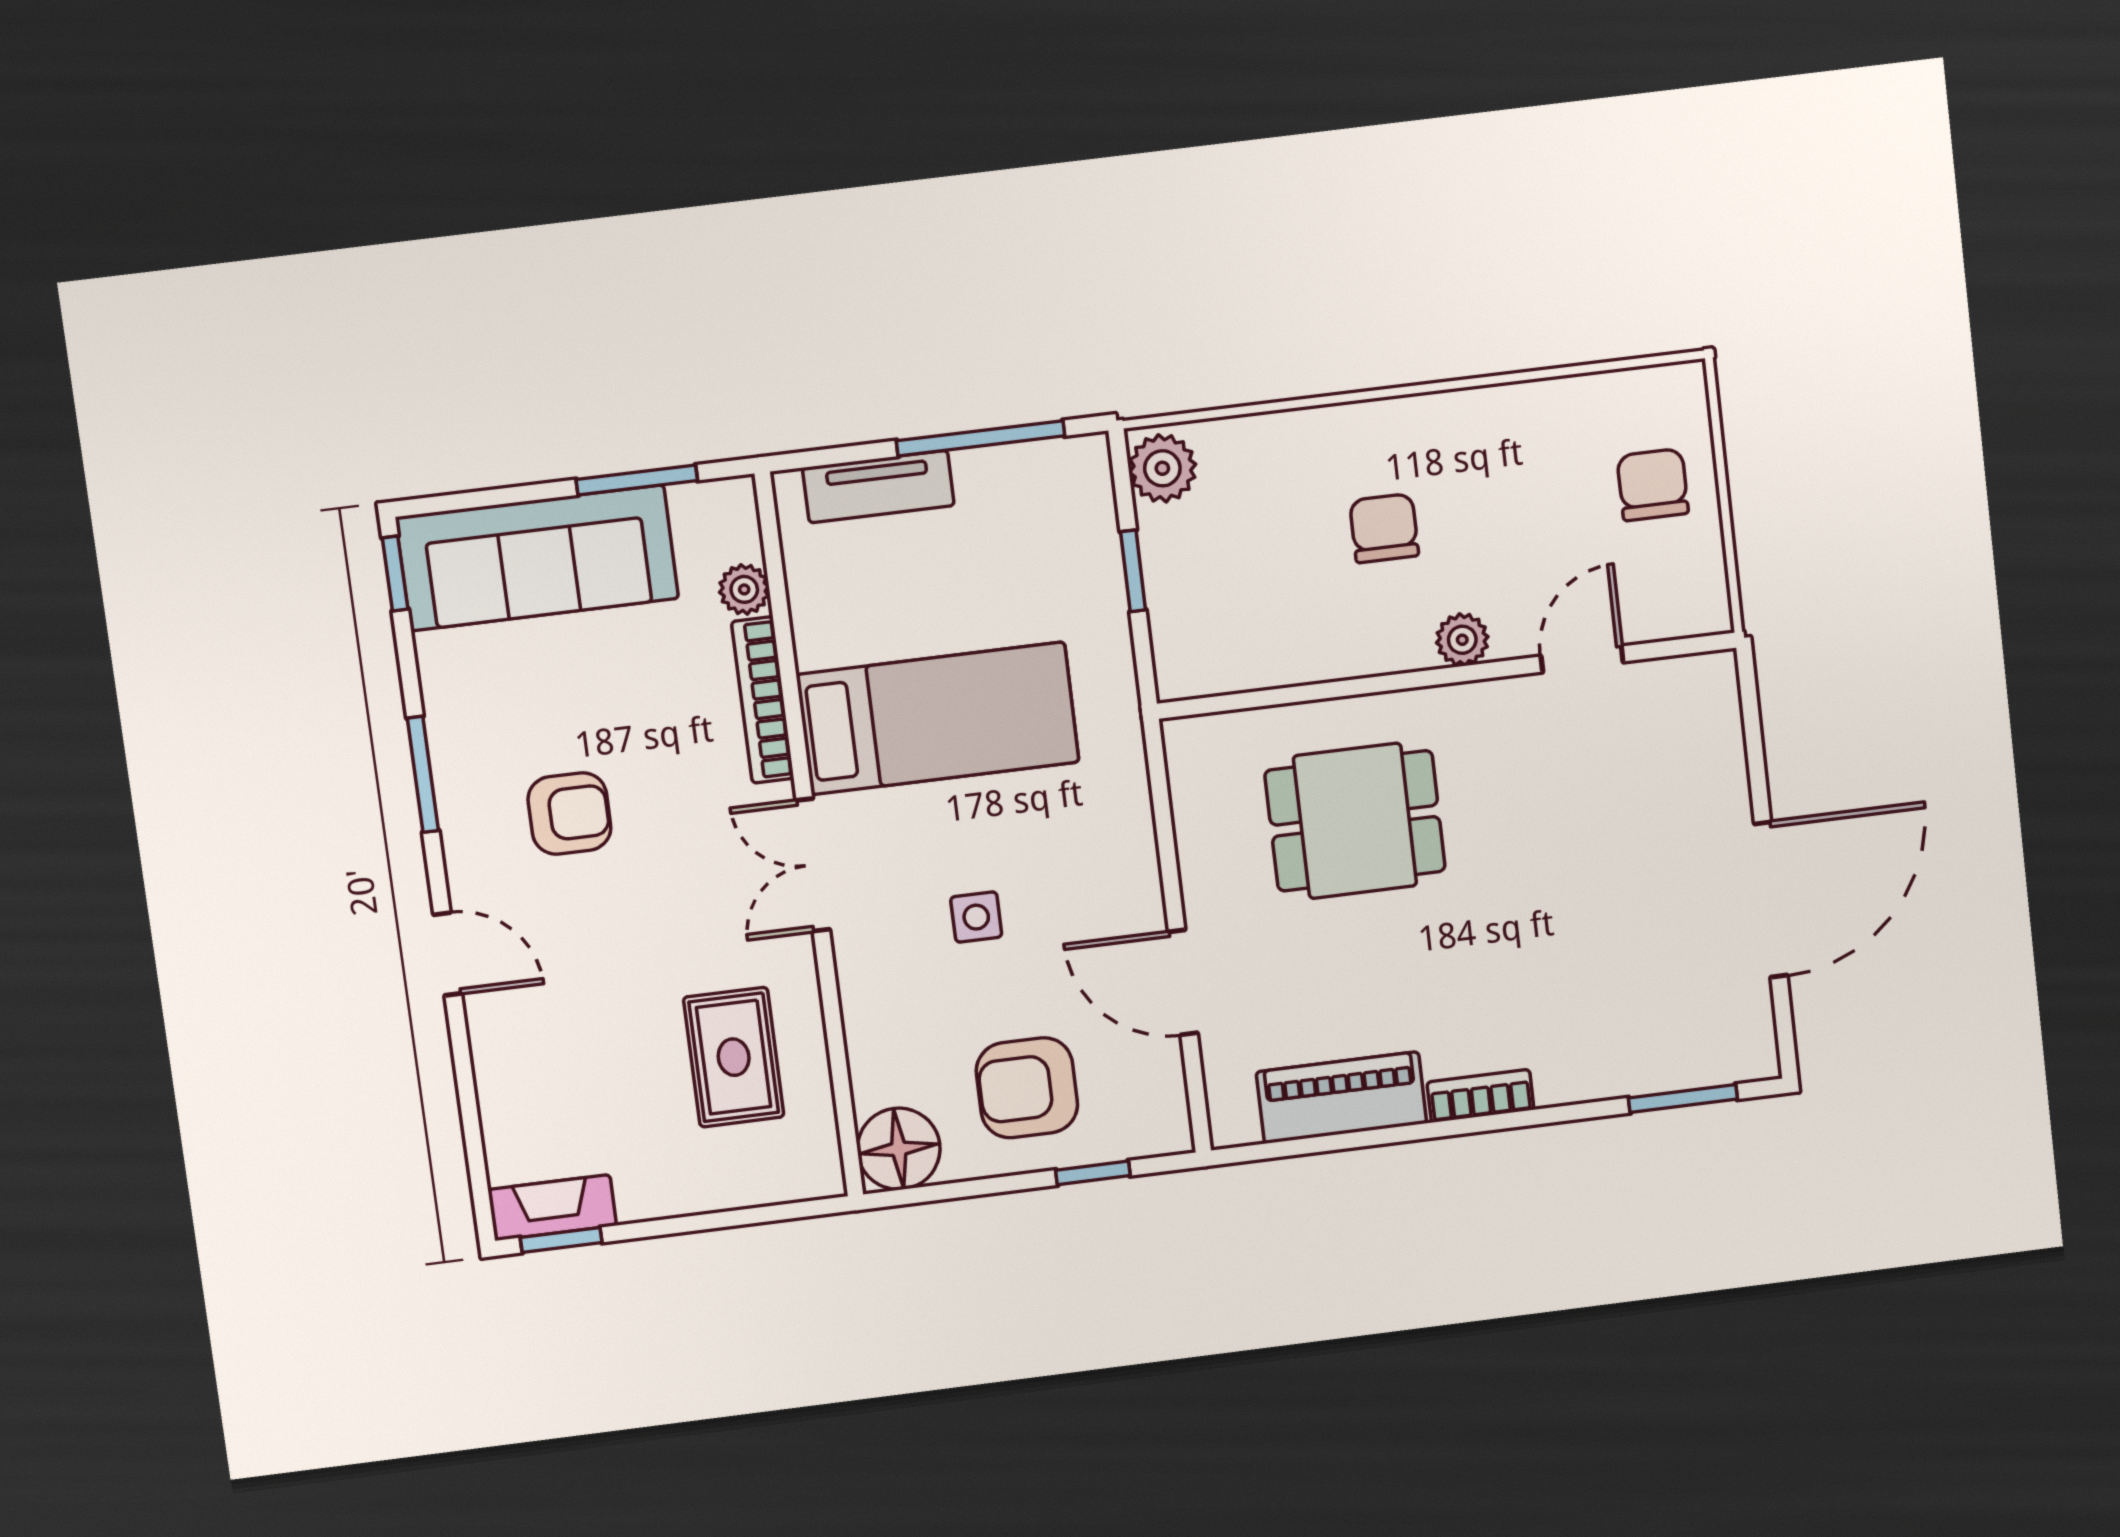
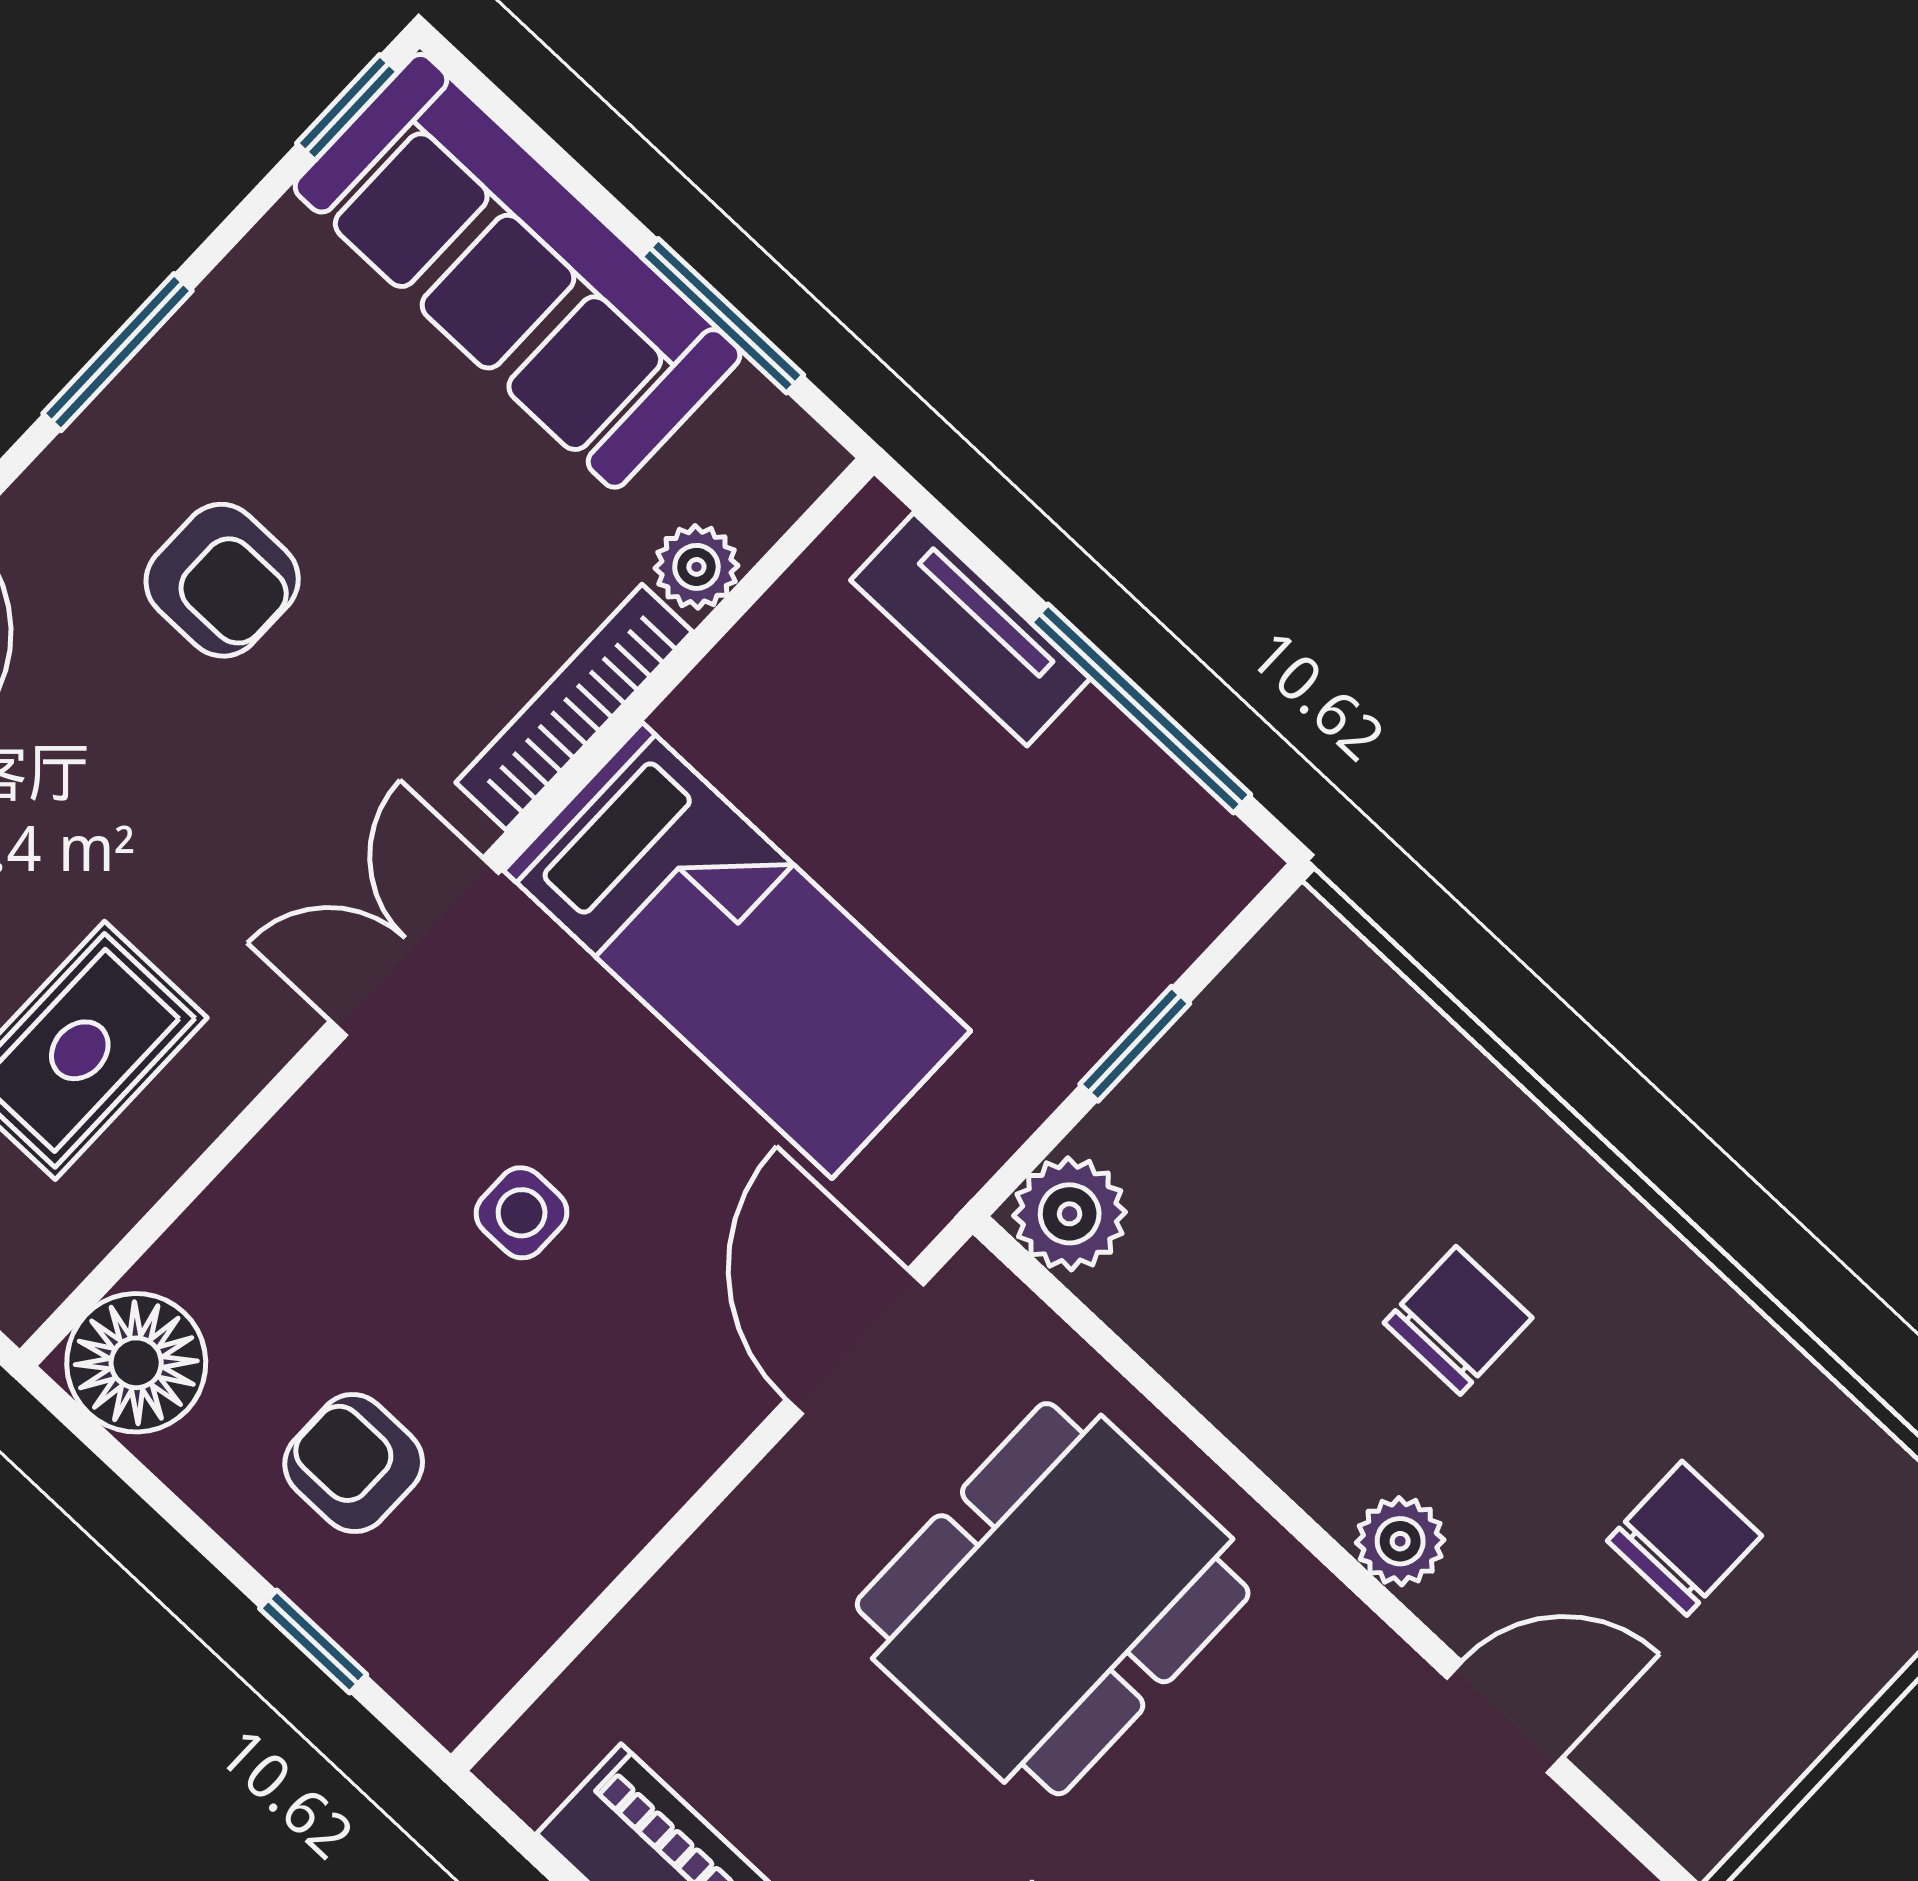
plant: (1162, 468) -> (1070, 1214), moved
chair: (1653, 485) -> (1684, 1538), moved
dining table: (1355, 821) -> (1053, 1599), width x1.38
door: (1183, 982) -> (855, 1342), moved
armchair: (1027, 1088) -> (354, 1463), width x0.72, depth x0.72

